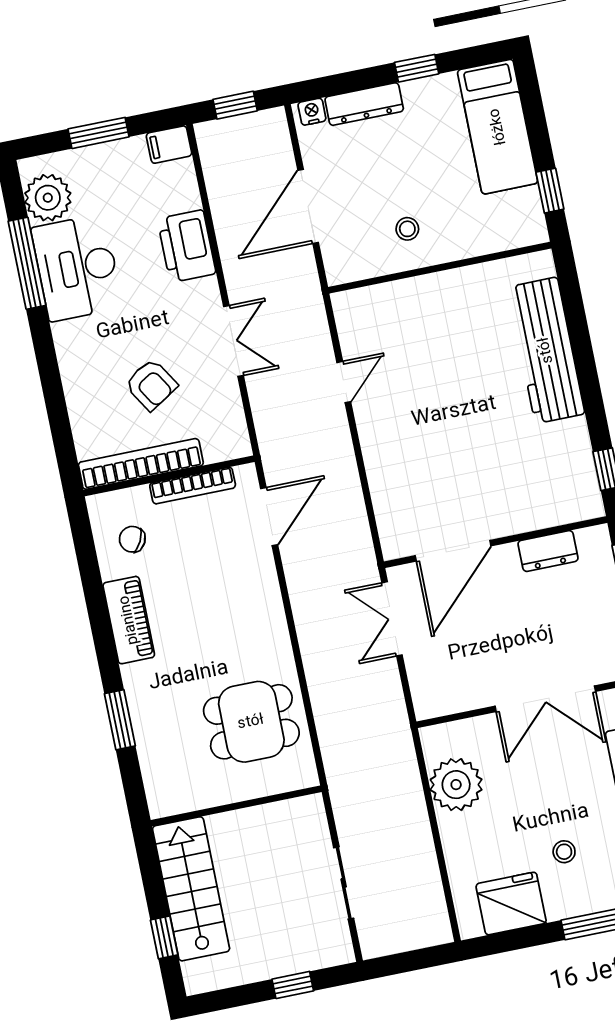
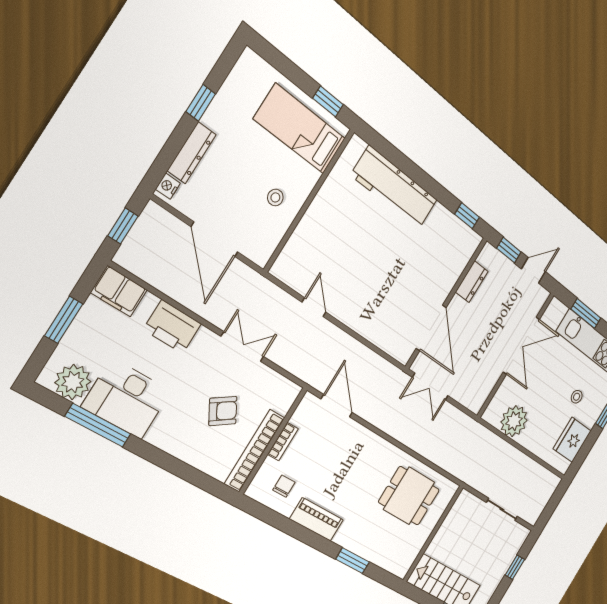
bed: (498, 127) -> (300, 129), moved, turned 180
filing cabinet: (169, 145) -> (119, 291), width x2.00
bookcase: (193, 486) -> (283, 442), width x0.64
chair: (132, 539) -> (284, 486), turned 153
dining table: (251, 722) -> (409, 496), turned 90

